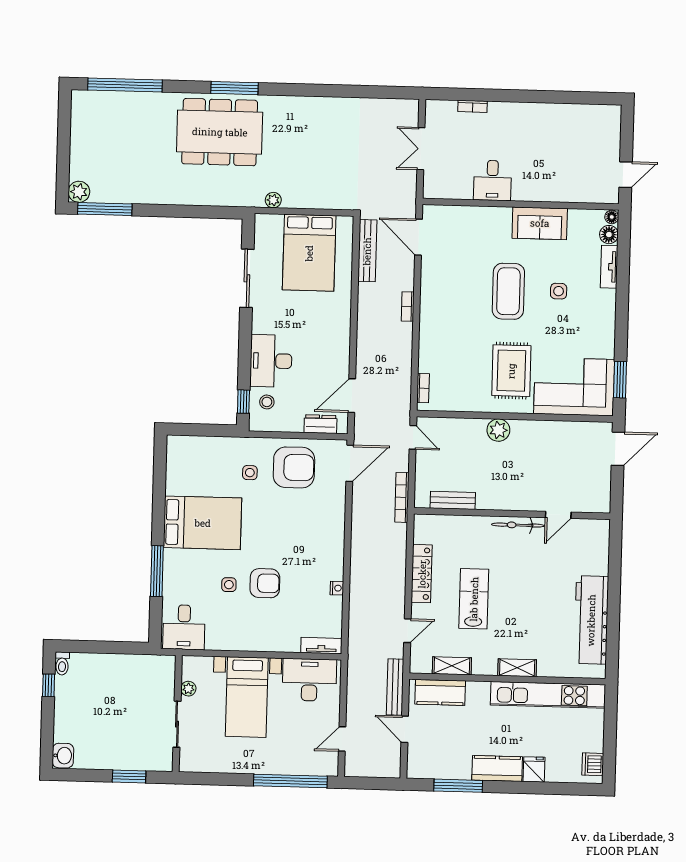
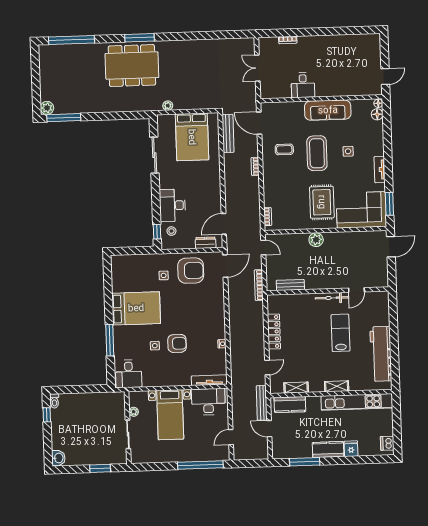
sofa: (540, 223) -> (328, 110), width x1.36
tv unit: (609, 267) -> (380, 170), moved
coffee table: (456, 282) -> (284, 149), added
lab bench: (474, 599) -> (341, 333), moved
tv unit: (321, 646) -> (209, 380), width x1.41

